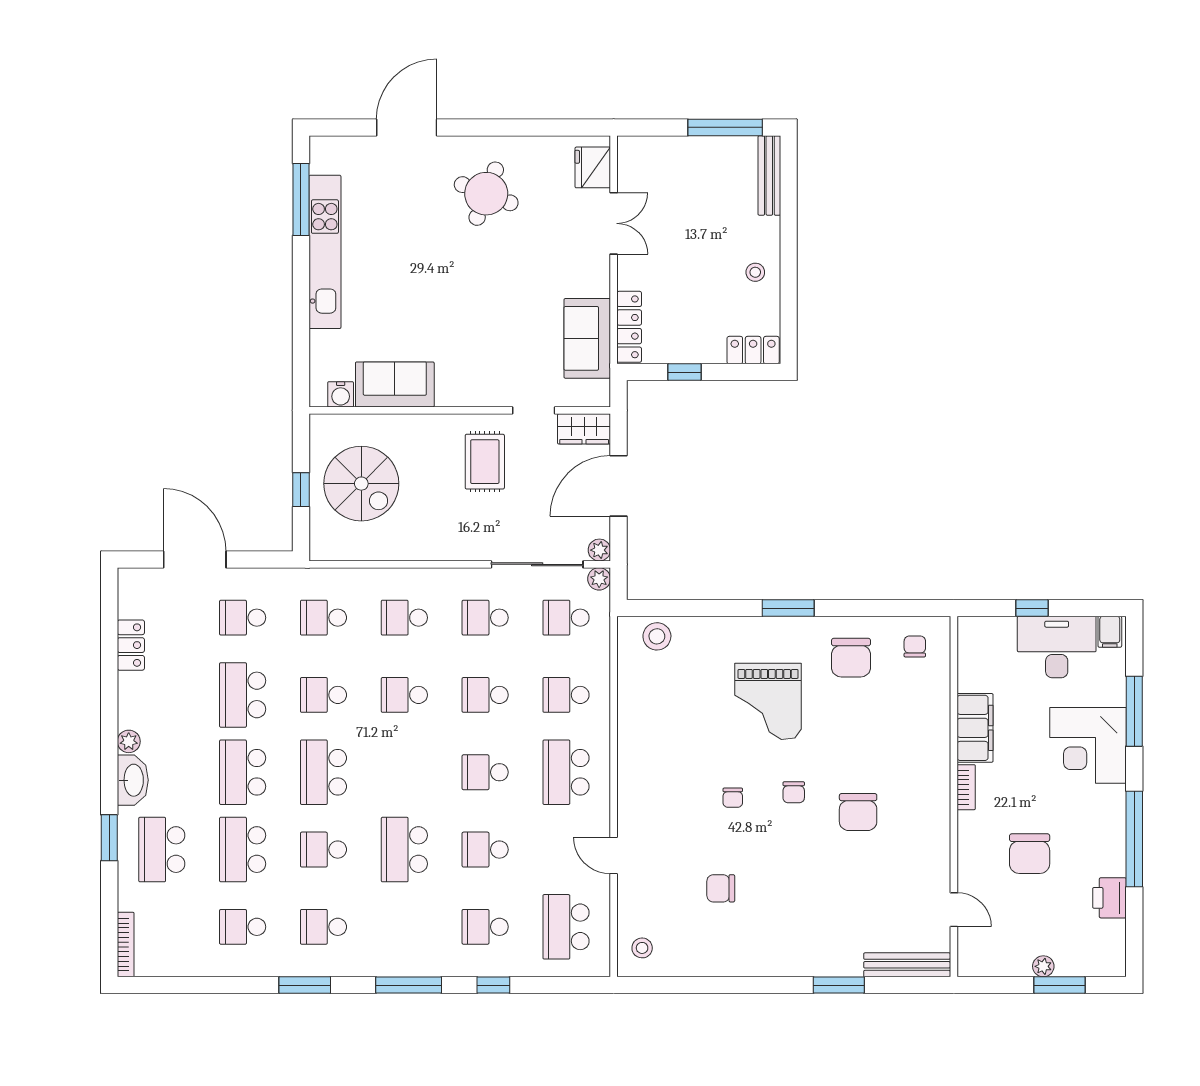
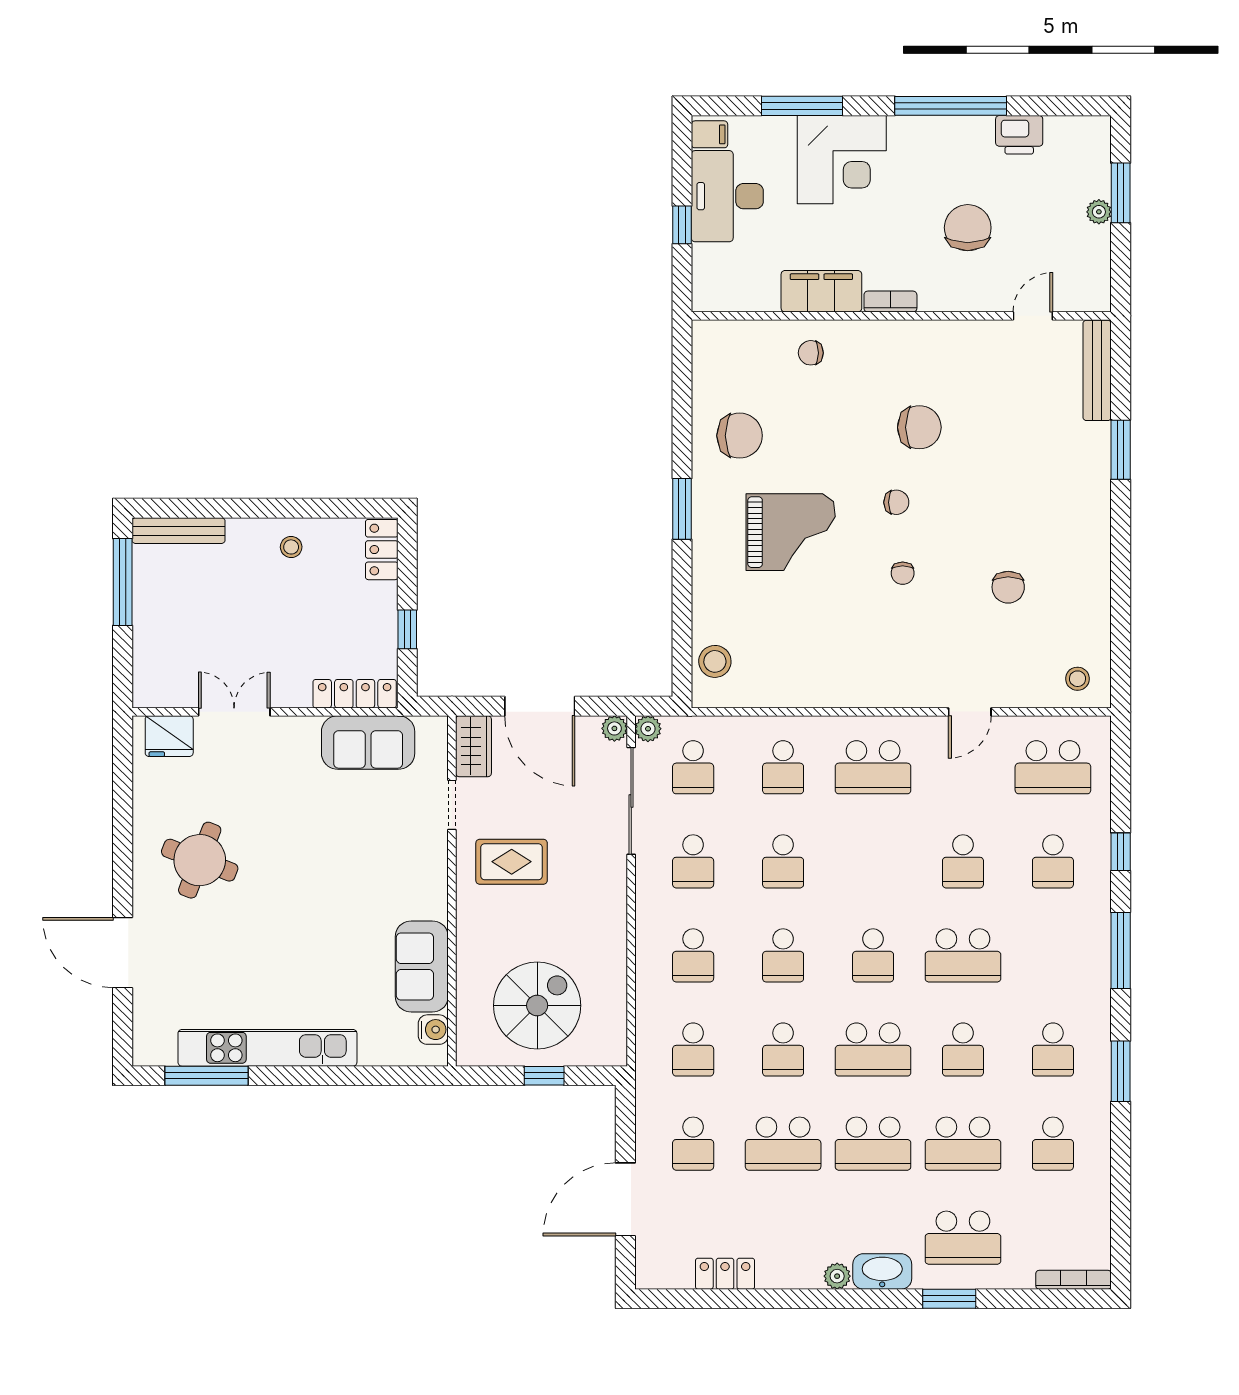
chair: (915, 647) -> (811, 353), moved
school desk: (485, 772) -> (873, 955), moved
chair: (733, 798) -> (903, 573), turned 90
chair: (1030, 854) -> (968, 228), turned -90

